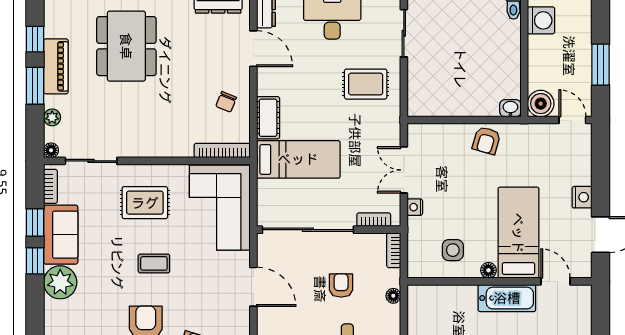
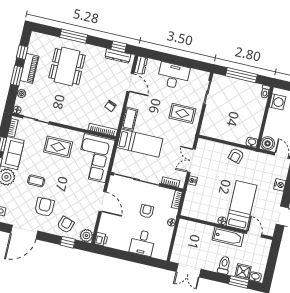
nightstand: (582, 197) -> (280, 185), moved
side table: (453, 250) -> (207, 207), removed
coffee table: (154, 263) -> (36, 181), moved

